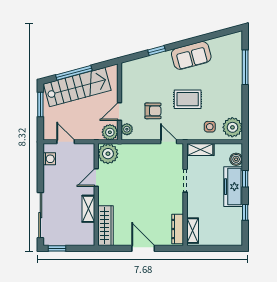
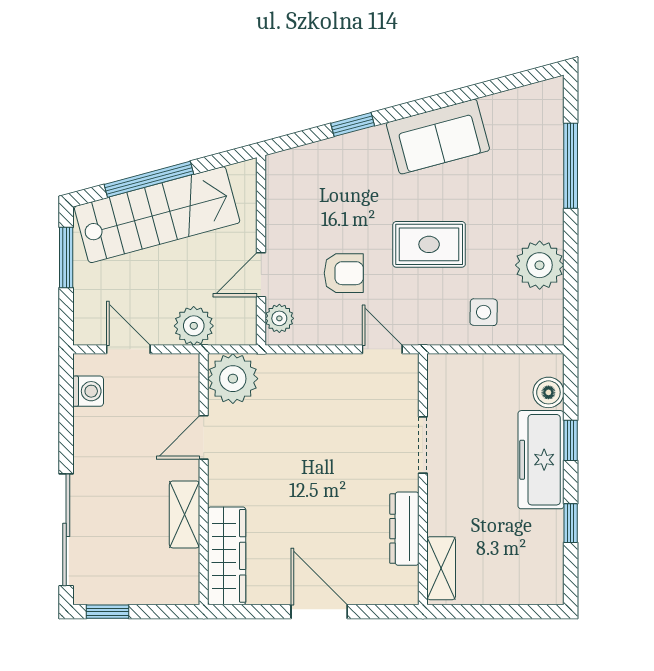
plant: (232, 127) -> (540, 265), moved
plant: (110, 132) -> (194, 326), moved
shelving: (200, 150) -> (460, 368), removed
dresser: (178, 229) -> (404, 529), moved

